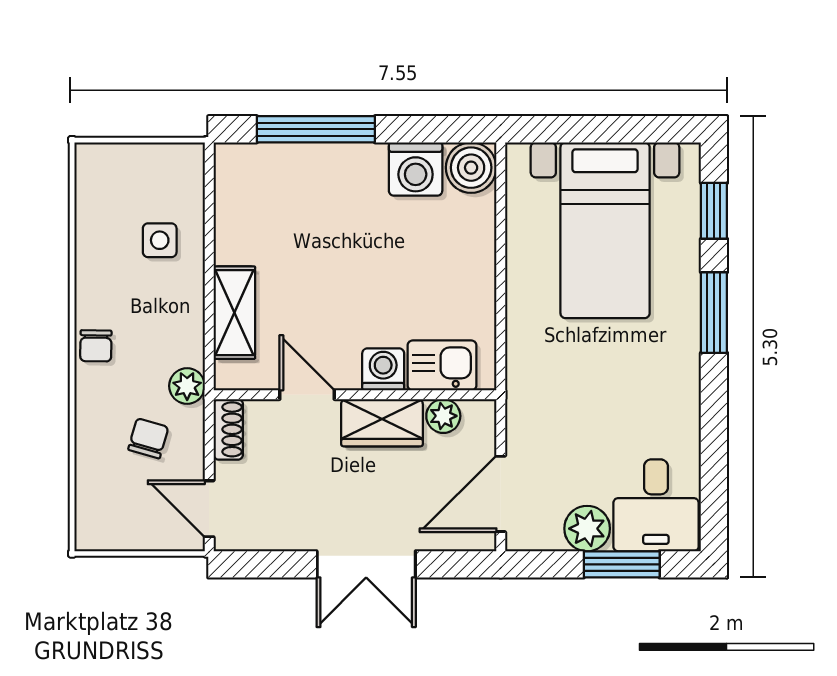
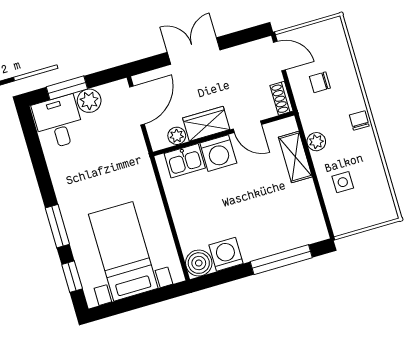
washing machine: (383, 369) -> (218, 153), width x1.38, depth x1.38
plant: (187, 386) -> (316, 142), moved
chair: (148, 438) -> (320, 82), turned 74

